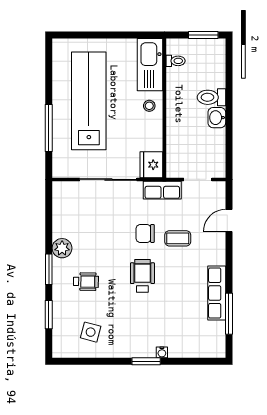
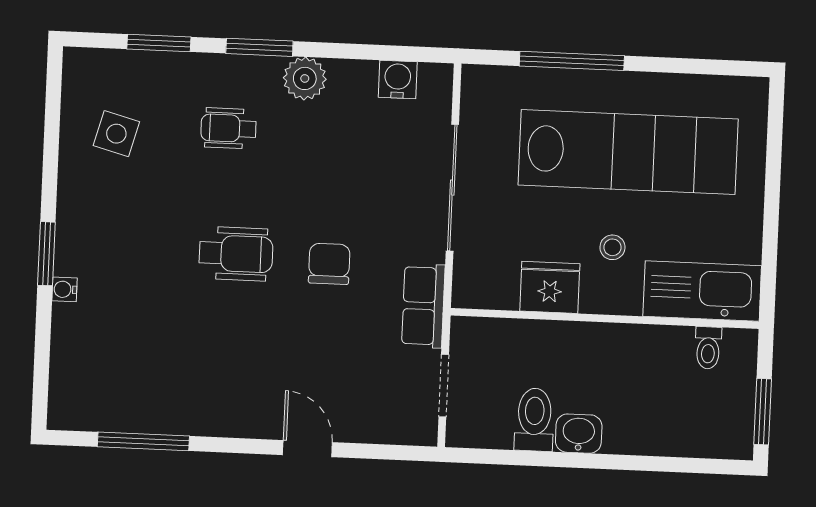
toilet: (211, 97) -> (534, 420), moved
stool: (149, 106) -> (612, 247), moved
fridge: (151, 165) -> (550, 287), moved
water cooler: (61, 206) -> (398, 80), added
door: (229, 221) -> (307, 449), moved
coffee table: (178, 238) -> (315, 335), removed
wheelchair: (86, 282) -> (229, 128), turned 89
row of seats: (217, 293) -> (191, 417), removed

